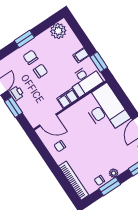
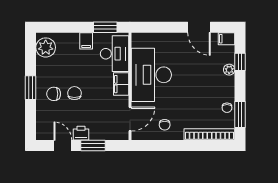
desk: (106, 109) -> (151, 75), moved, turned -90
plant: (114, 173) -> (229, 70), moved
window: (110, 186) -> (240, 115), moved

